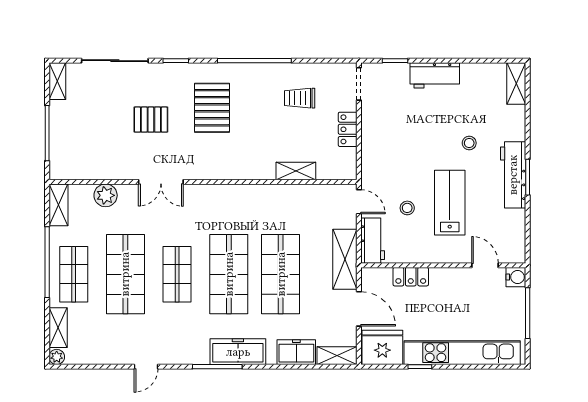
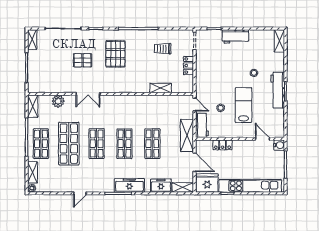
shop shelf: (229, 274) -> (124, 144), width x0.70, depth x0.74
shop shelf: (281, 274) -> (152, 144), width x0.70, depth x0.74

